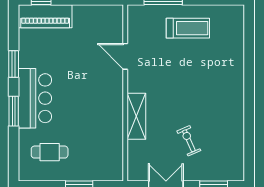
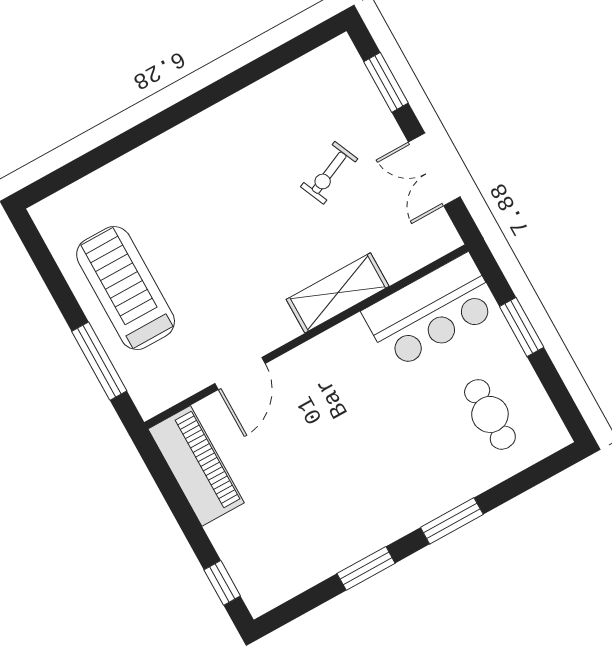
piano: (45, 16) -> (196, 466), moved
treadmill: (188, 28) -> (126, 288), width x1.37, depth x1.38
bar counter: (35, 98) -> (431, 311), moved, turned 180

